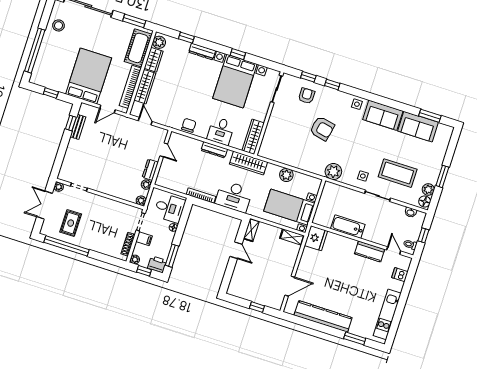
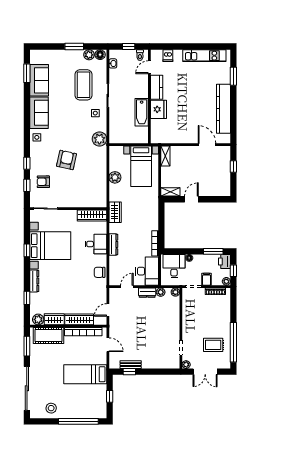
bed: (89, 76) -> (85, 374), width x0.67
wardrobe: (249, 163) -> (115, 212), width x0.67
desk: (234, 196) -> (147, 271), moved
fridge: (316, 238) -> (158, 109), moved, turned 90

